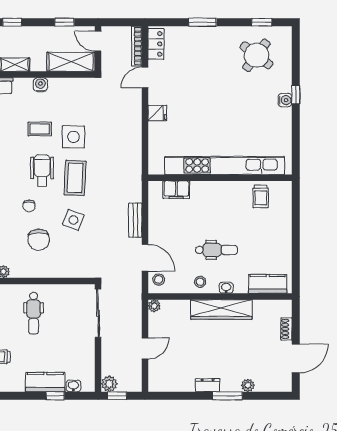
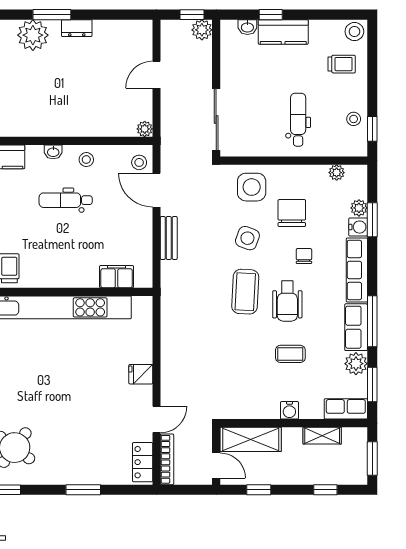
side table: (73, 137) -> (252, 187), moved
wardrobe: (221, 310) -> (59, 124), removed
plant: (248, 385) -> (33, 35), width x1.87, depth x1.87

